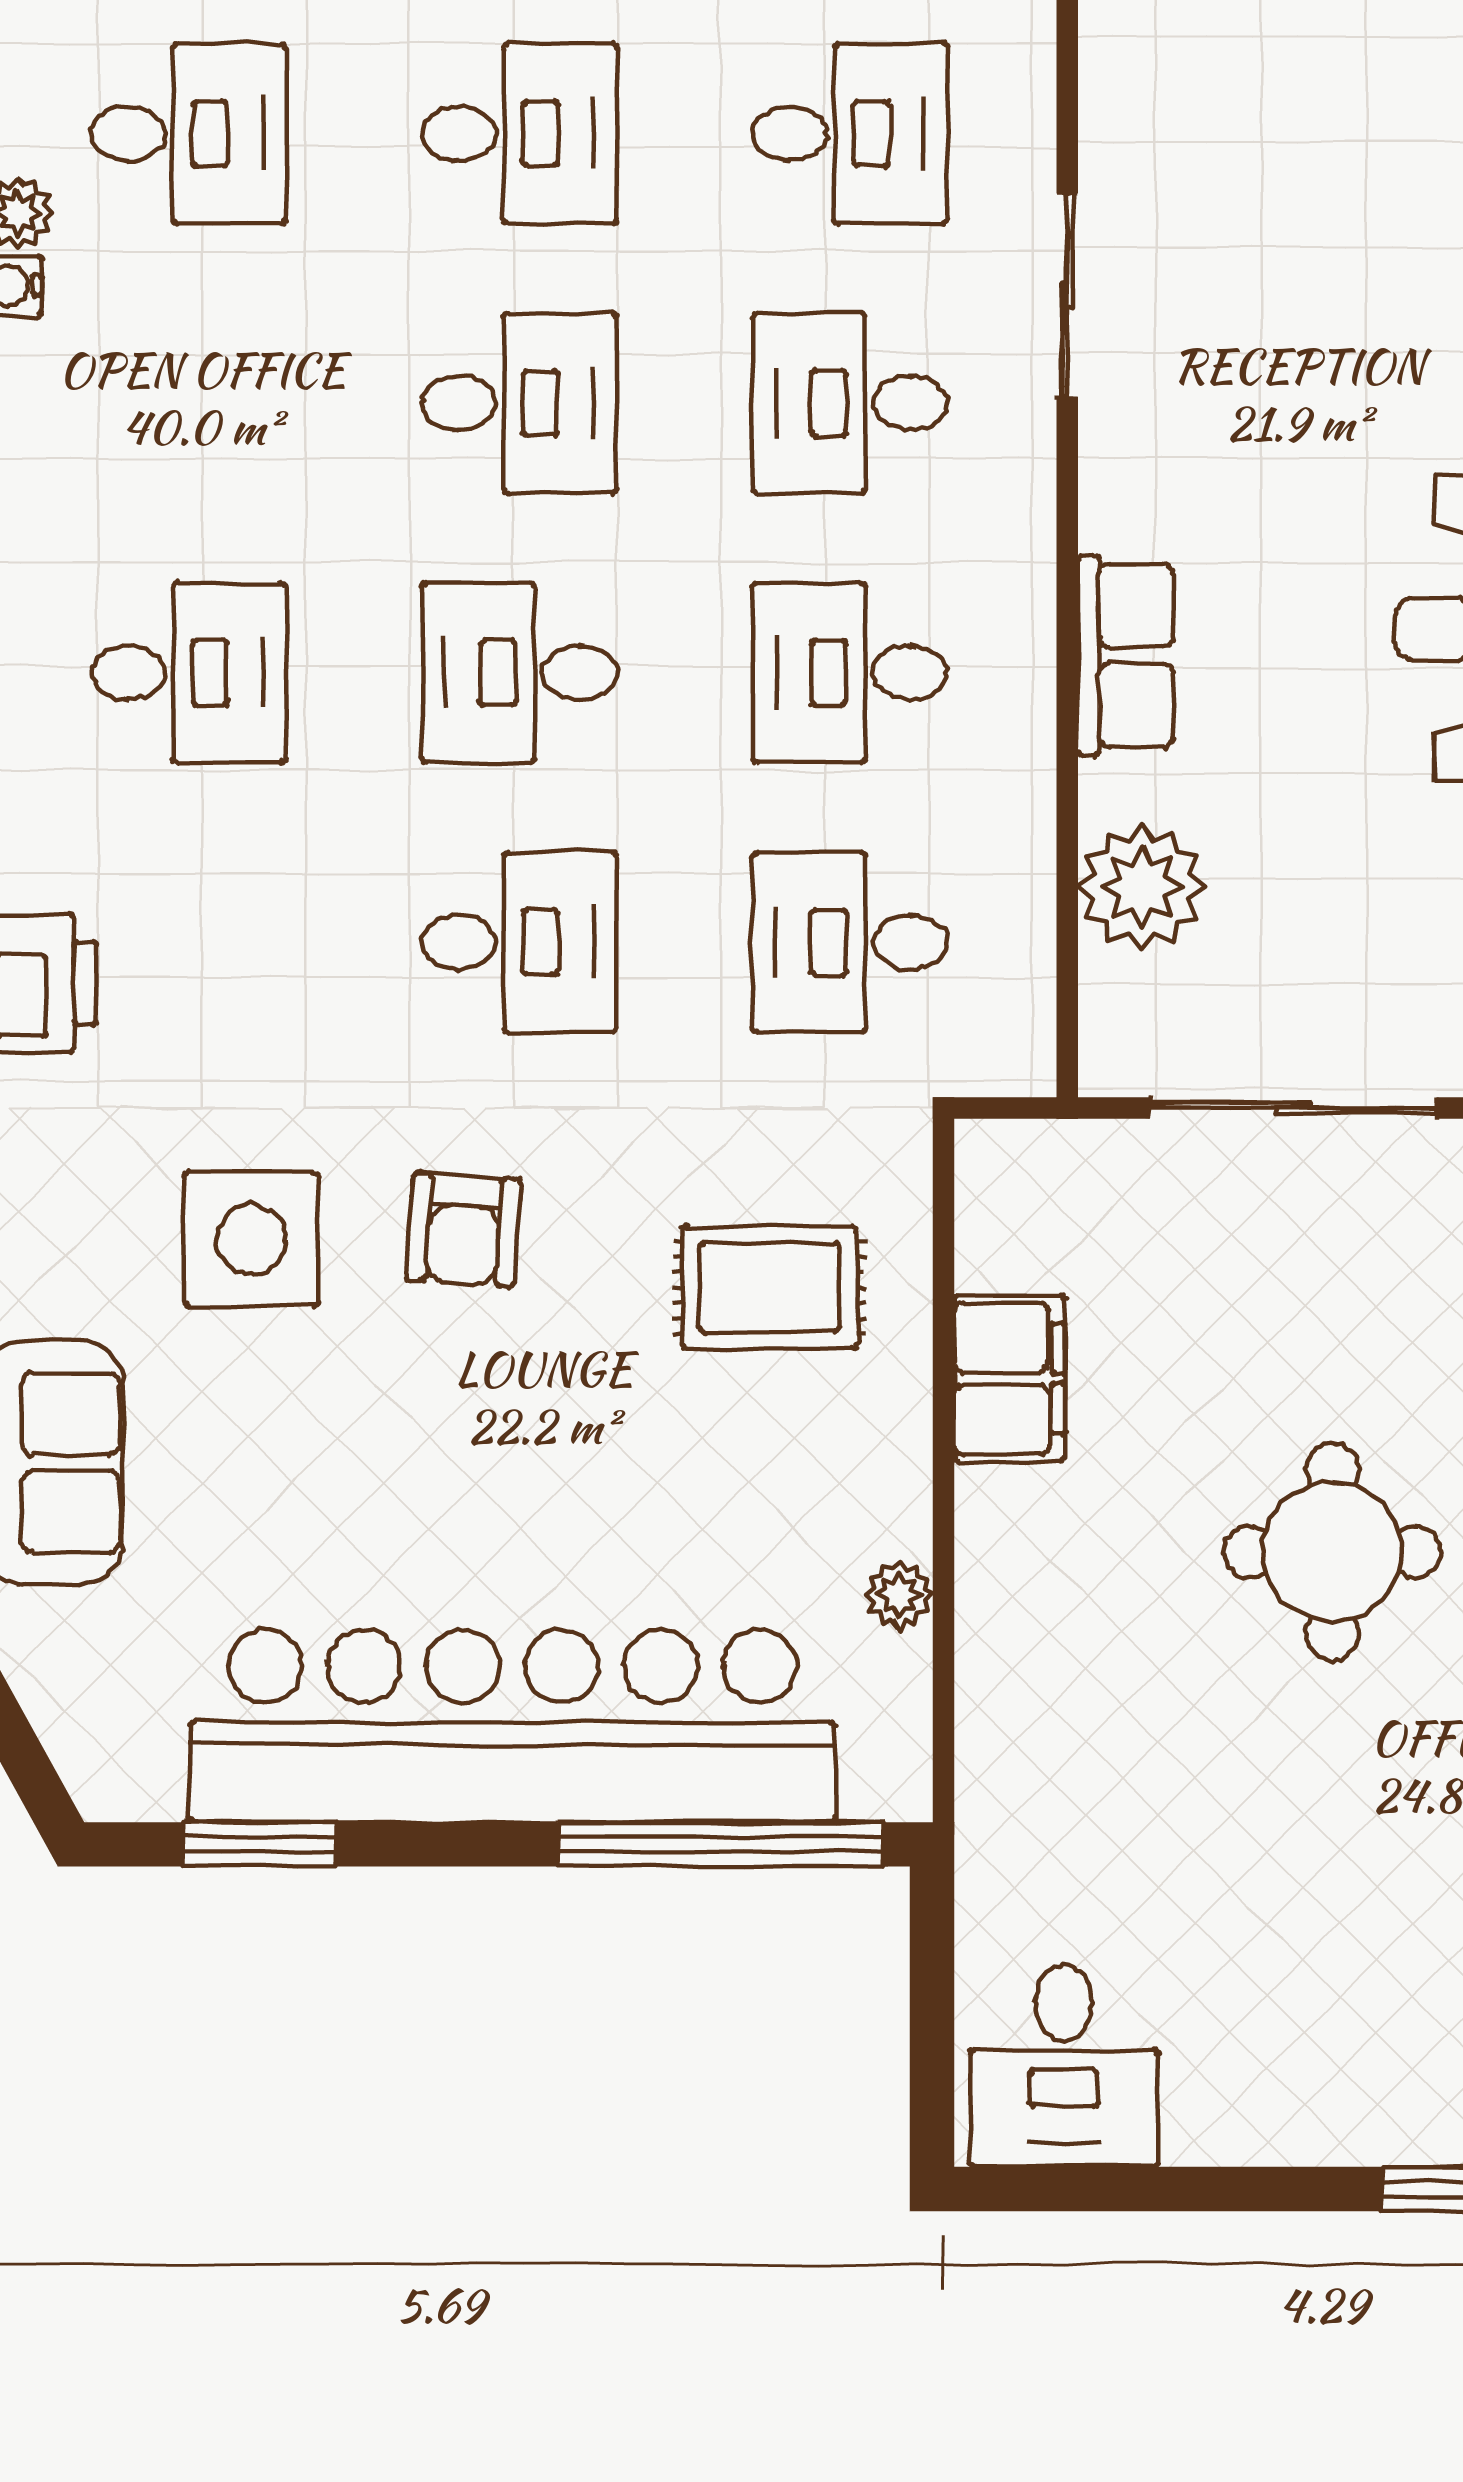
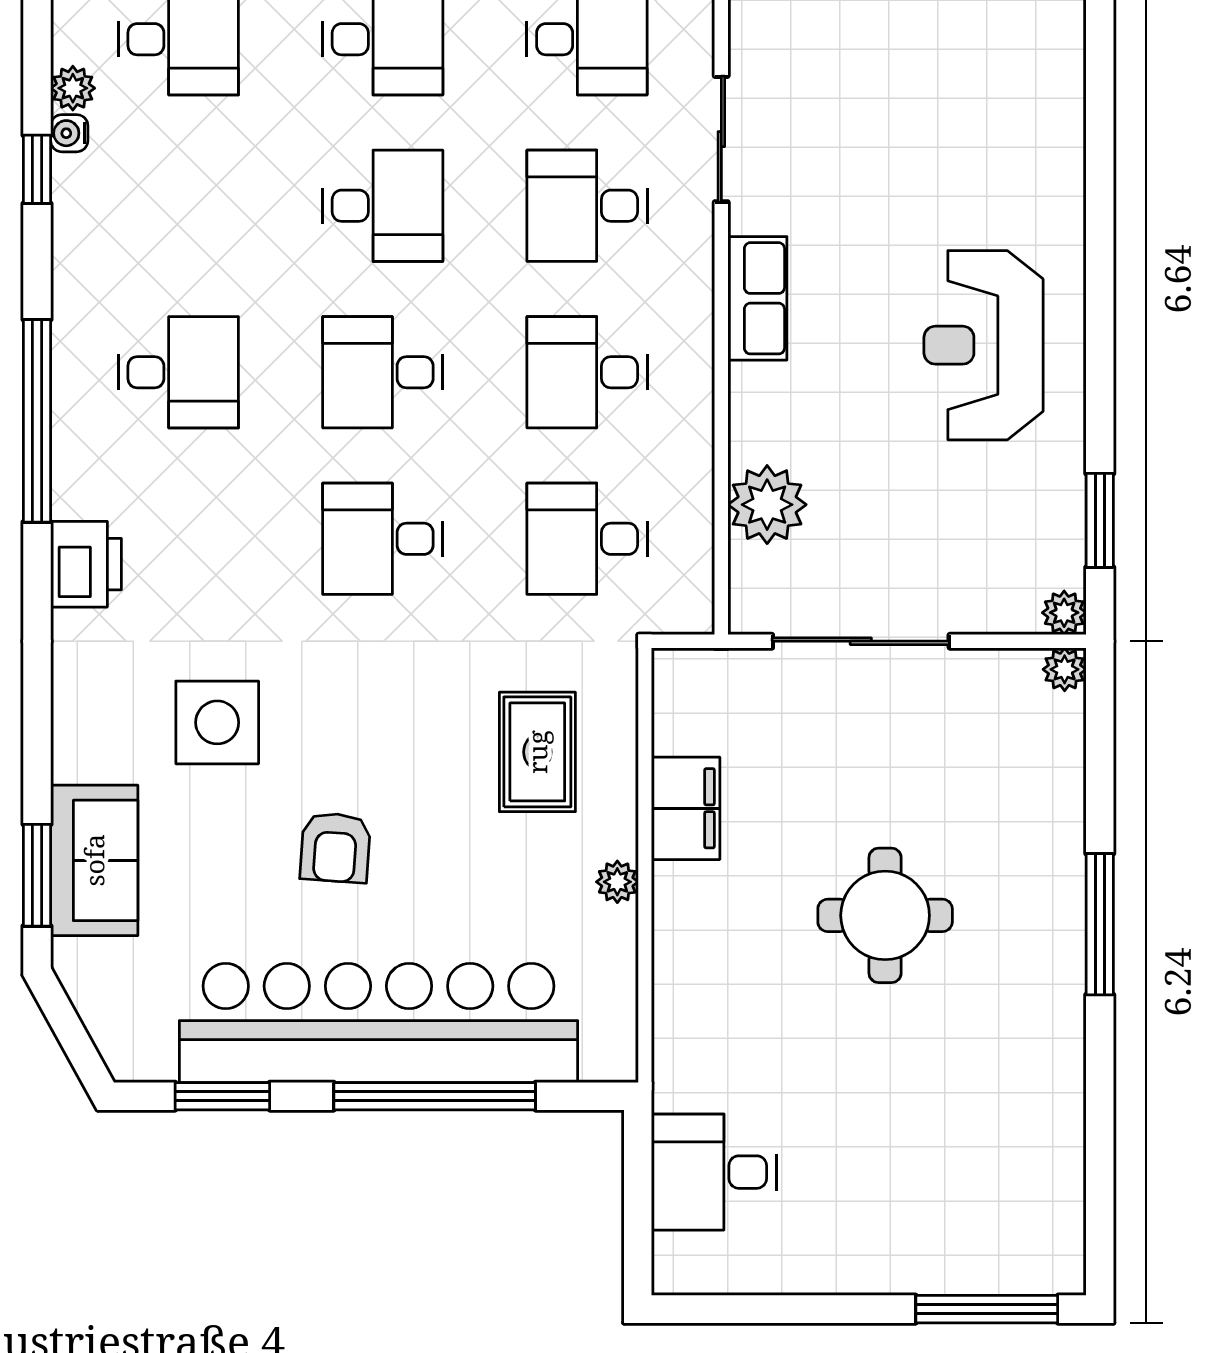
row of seats: (1126, 656) -> (757, 298), moved
desk: (519, 942) -> (383, 539), turned 180
armchair: (464, 1230) -> (335, 848), moved
rug: (770, 1287) -> (537, 752), turned 90
plant: (899, 1595) -> (617, 882), moved
window: (721, 1844) -> (435, 1096), moved
desk: (1064, 2066) -> (714, 1172), moved, turned 90

